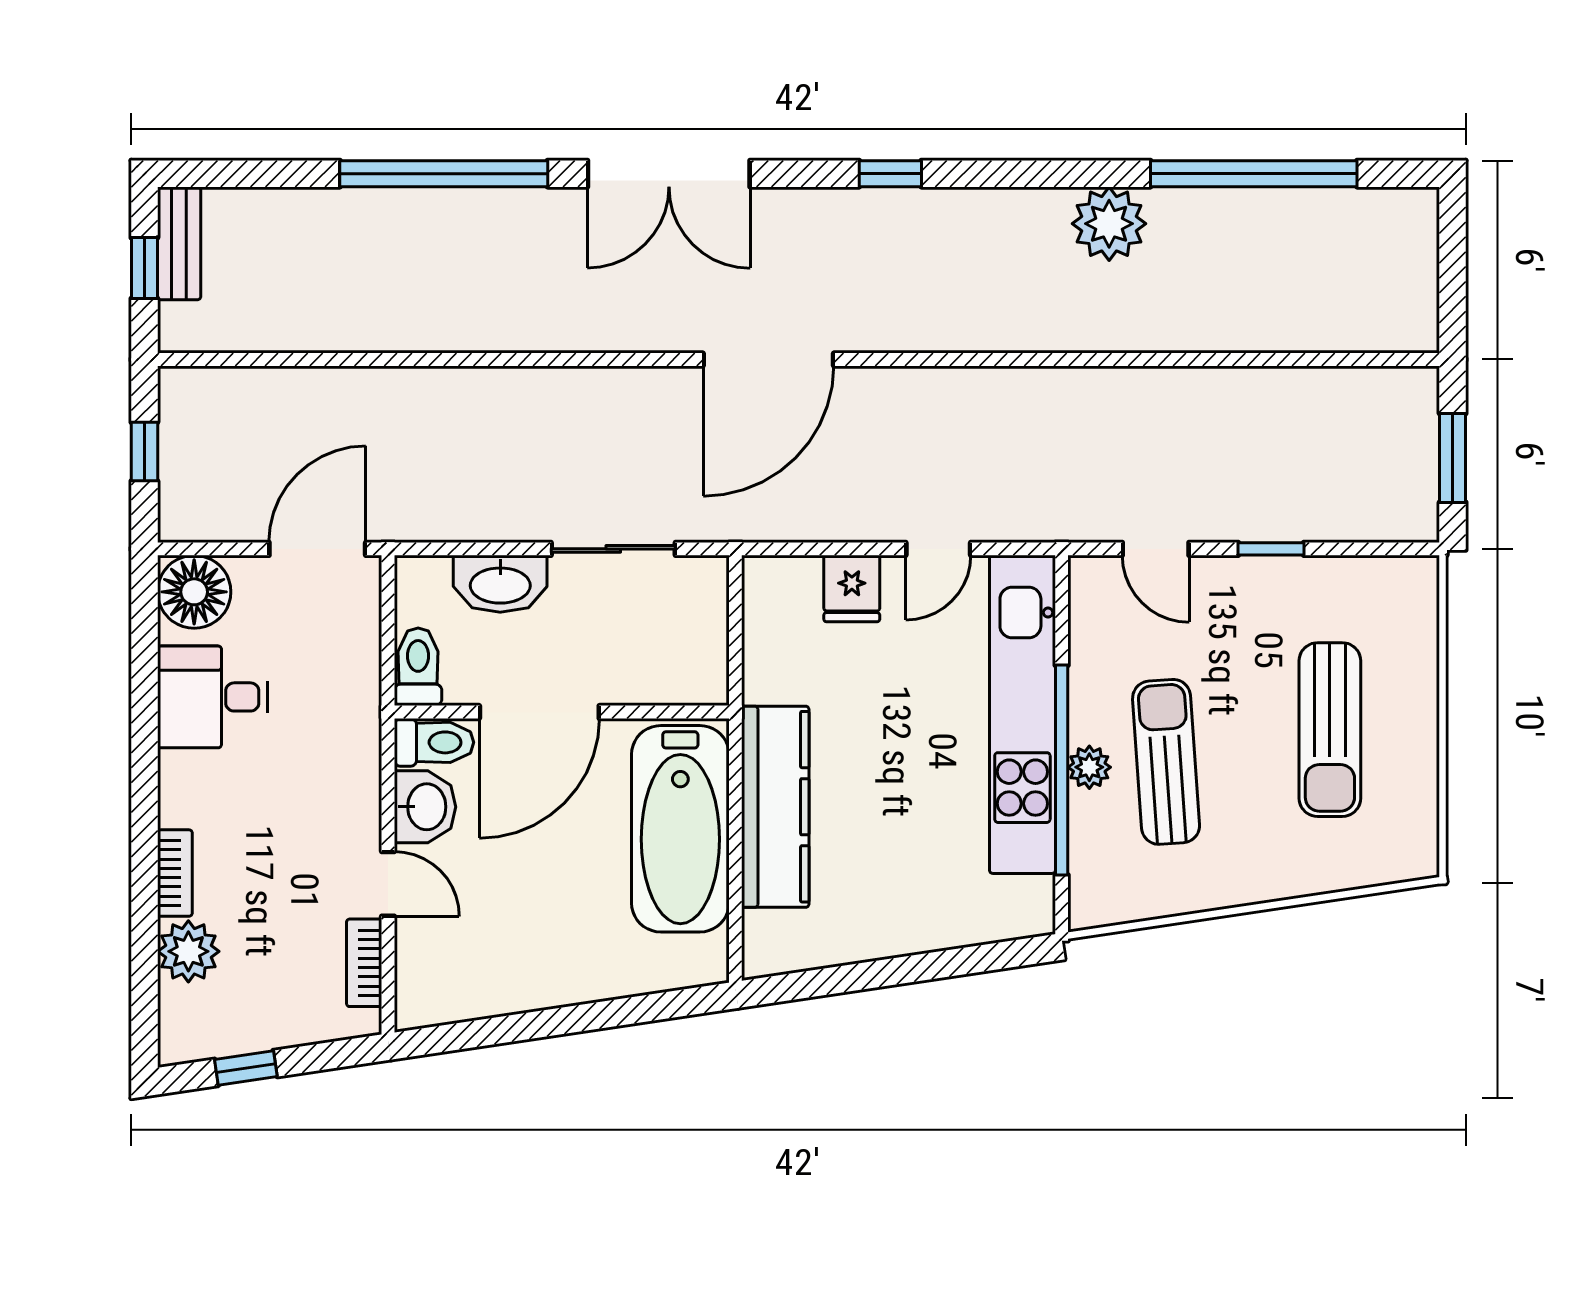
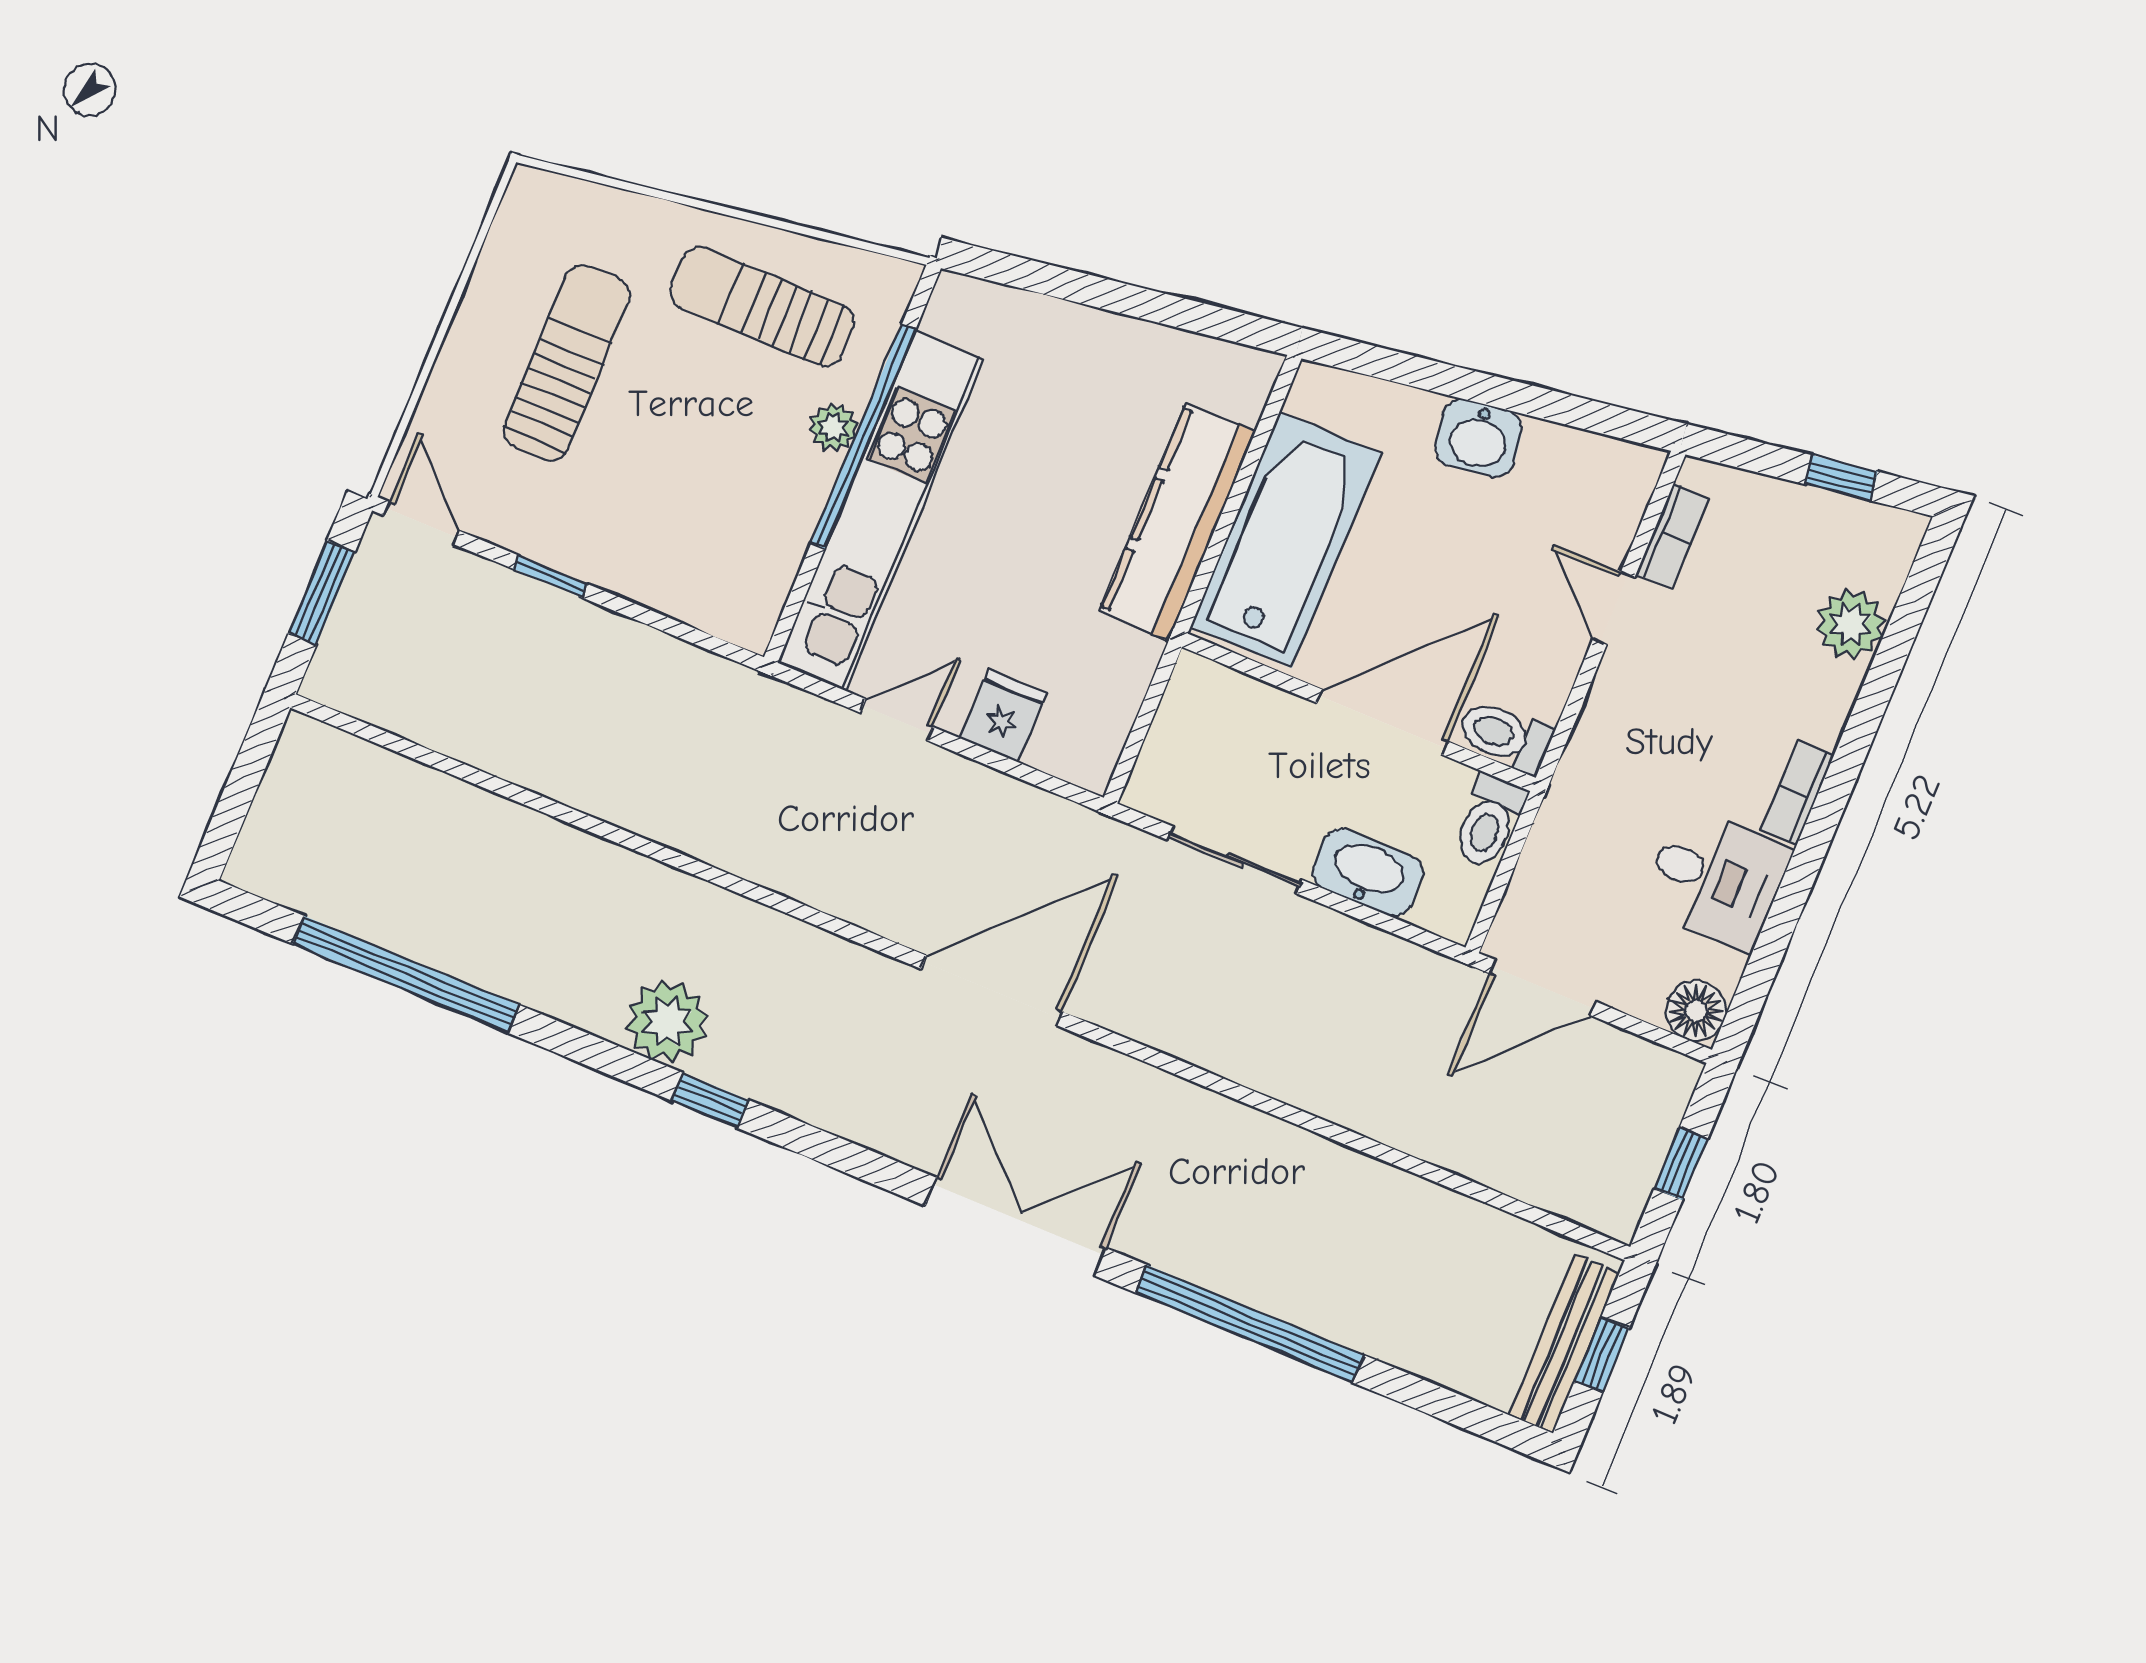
window: (890, 174) -> (711, 1100), moved
plant: (1109, 224) -> (667, 1021), moved
bench: (179, 243) -> (1564, 1344), width x1.36
door: (1156, 549) -> (422, 523), moved
floor lamp: (194, 592) -> (1696, 1011), width x0.73, depth x0.73
sun lounger: (1166, 762) -> (762, 307), moved, turned 94
washbasin: (425, 807) -> (1478, 438), moved, turned -98
bookcase: (175, 873) -> (1798, 792), moved

